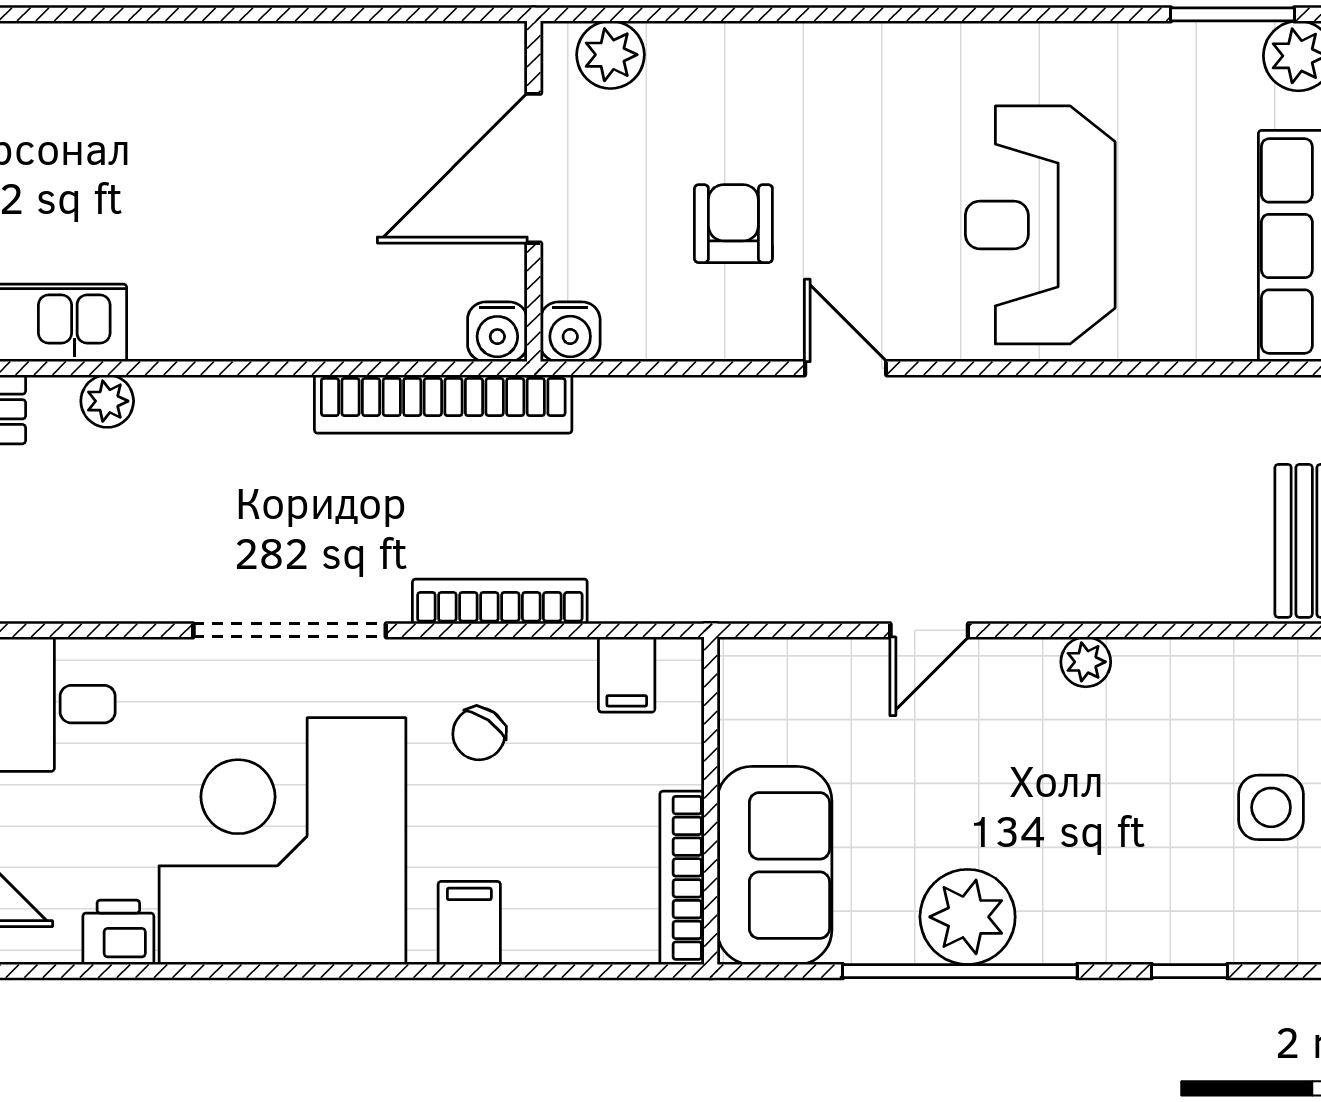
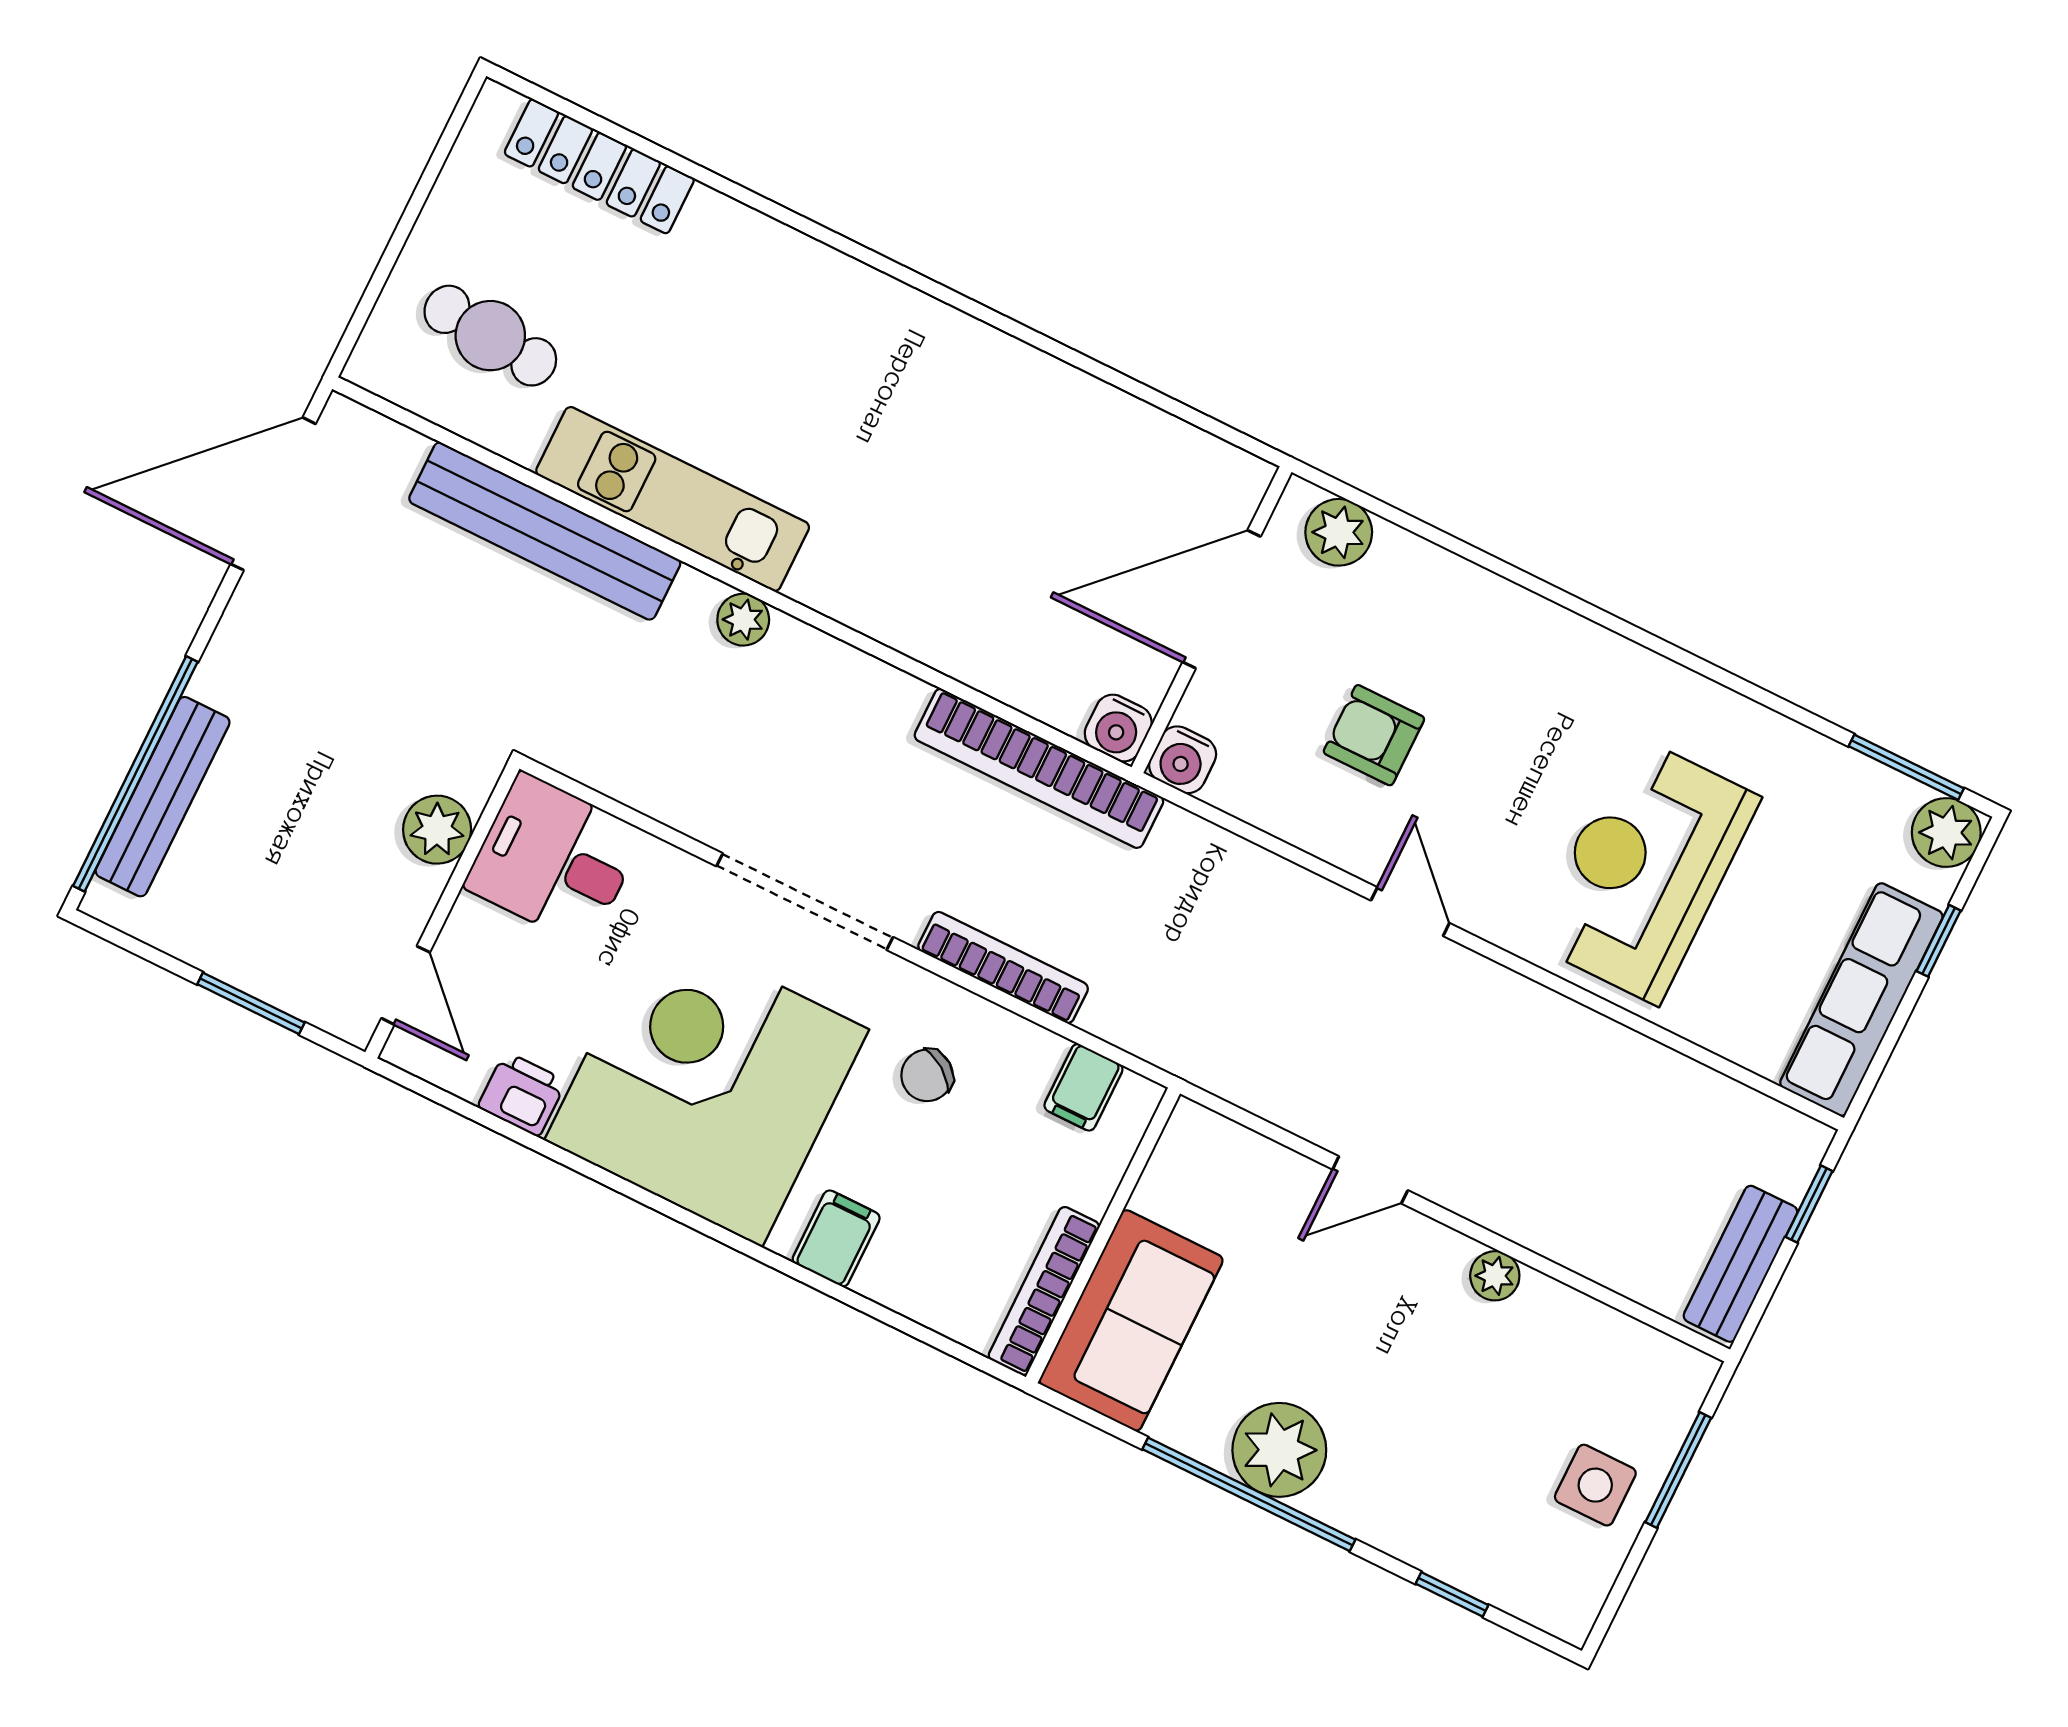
armchair: (733, 224) -> (1374, 735), turned -90

